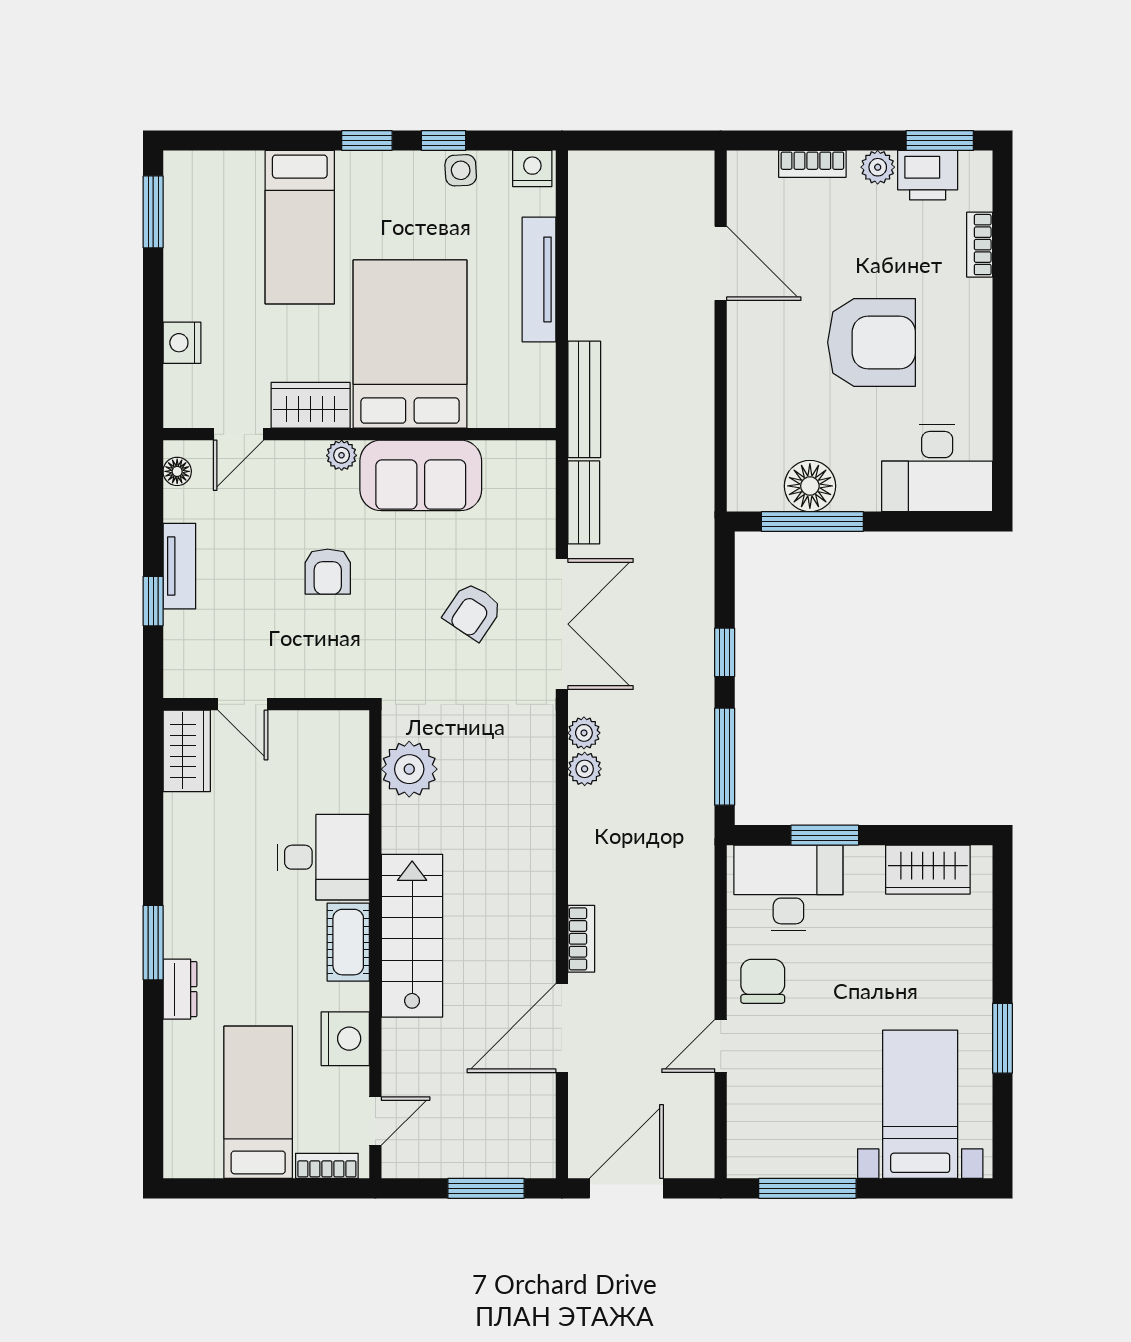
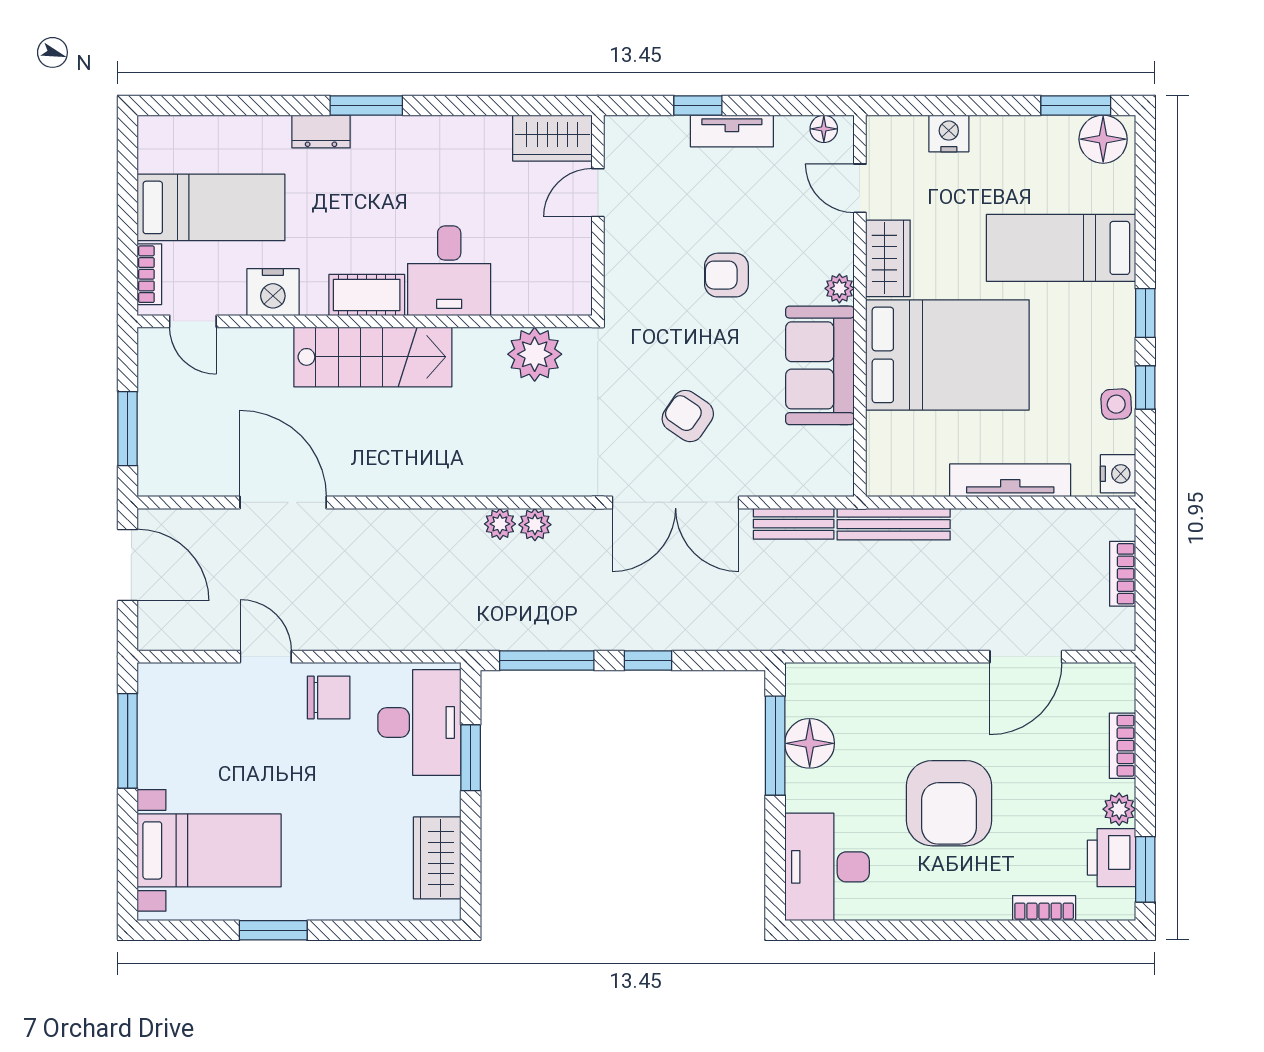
floor lamp: (188, 184) -> (1103, 139), added
plant: (584, 733) -> (500, 524), moved
bookcase: (581, 939) -> (1123, 574), moved, turned 90

